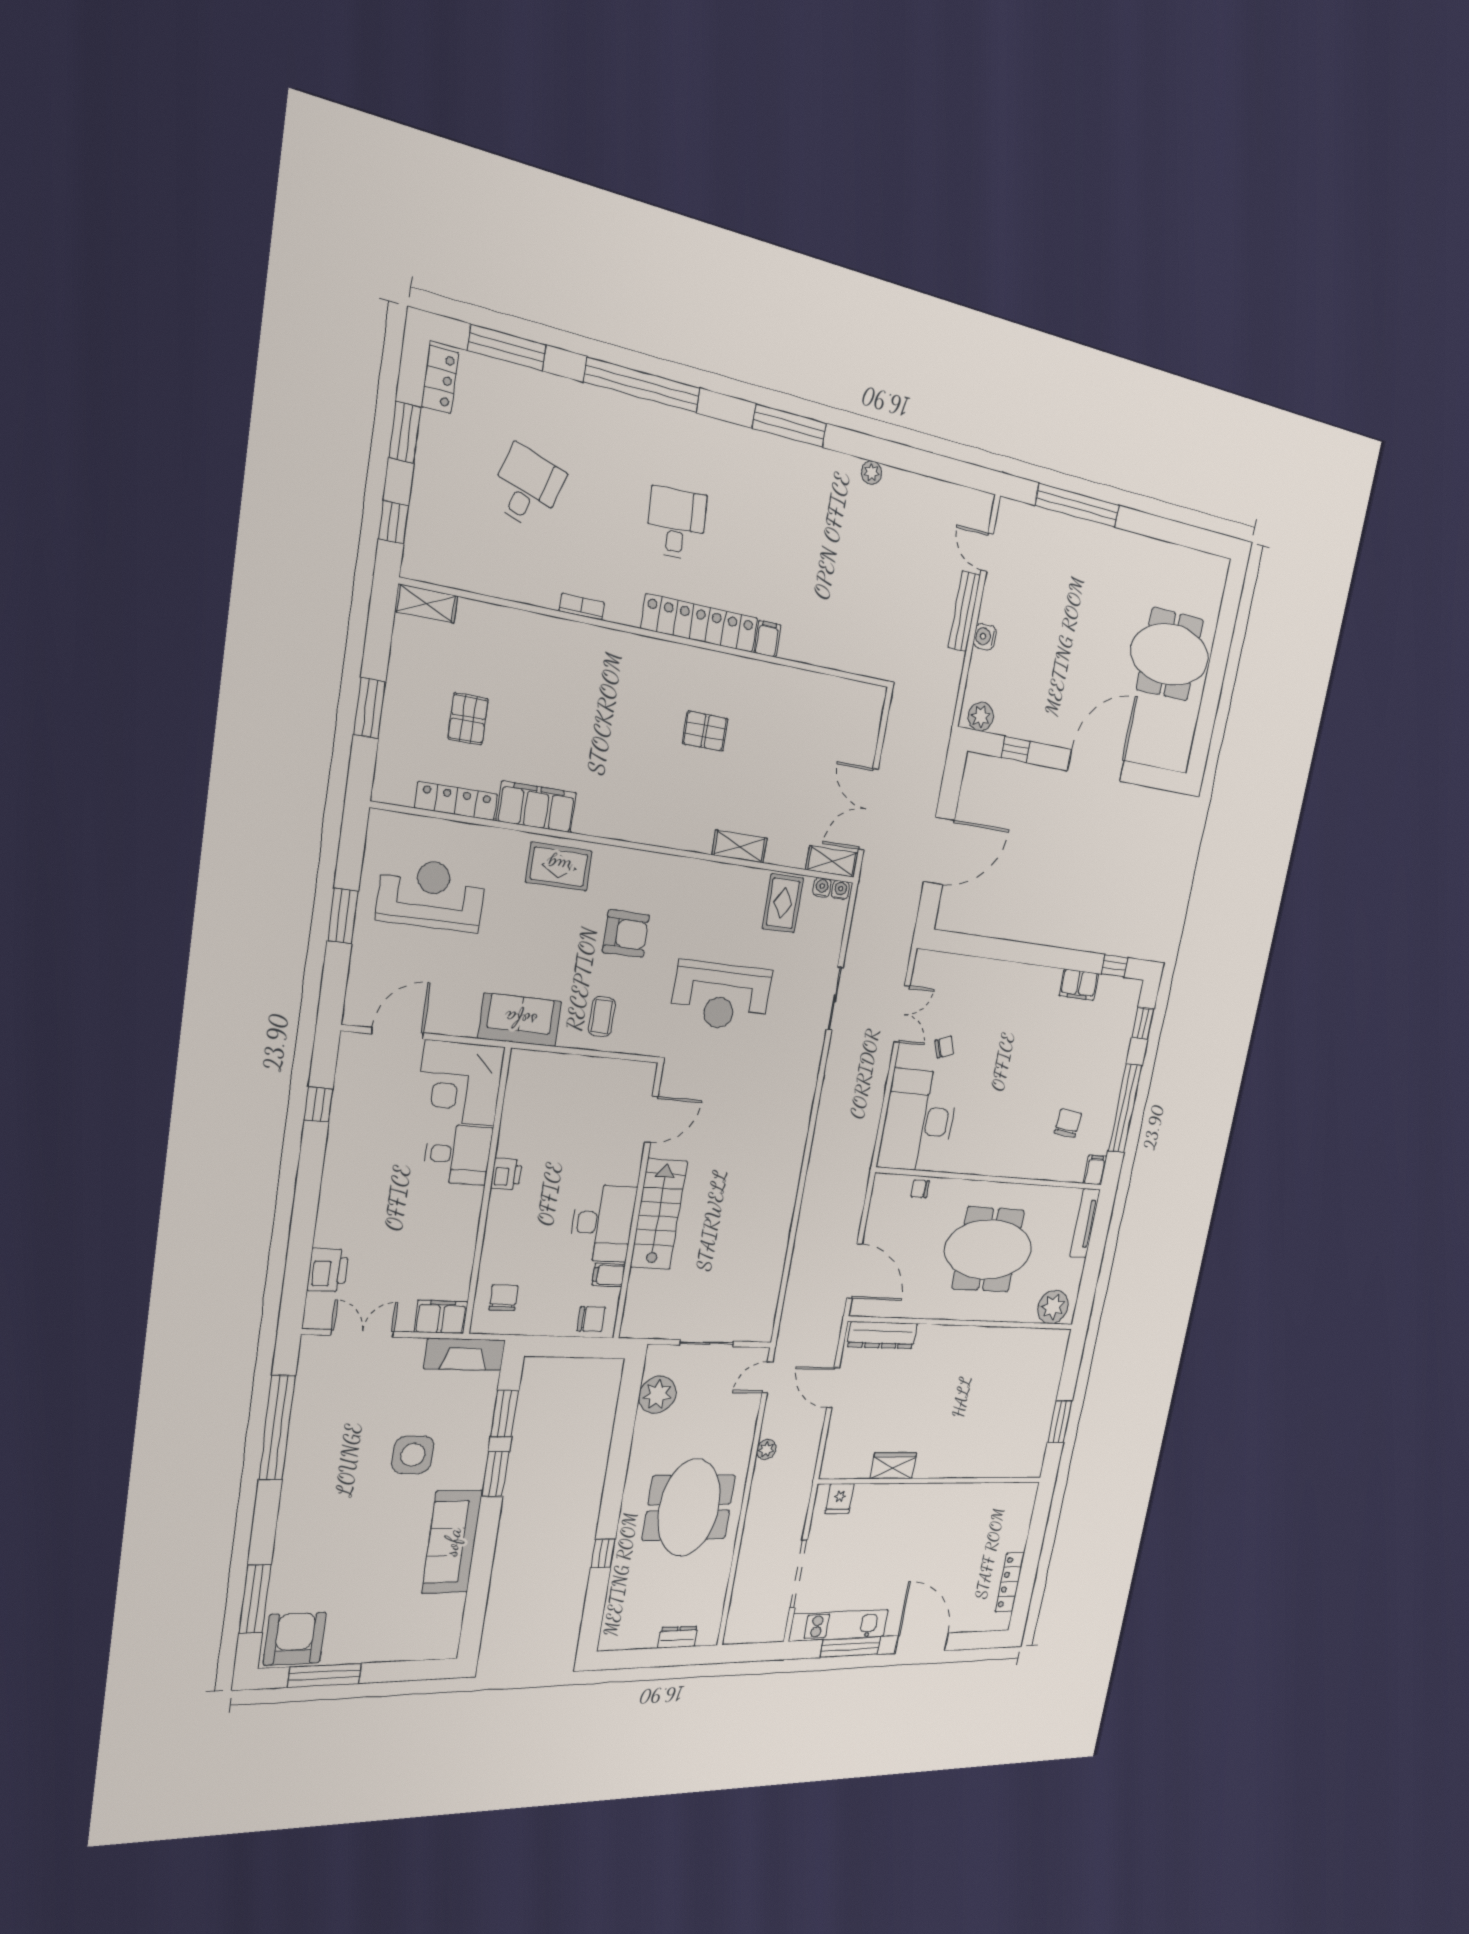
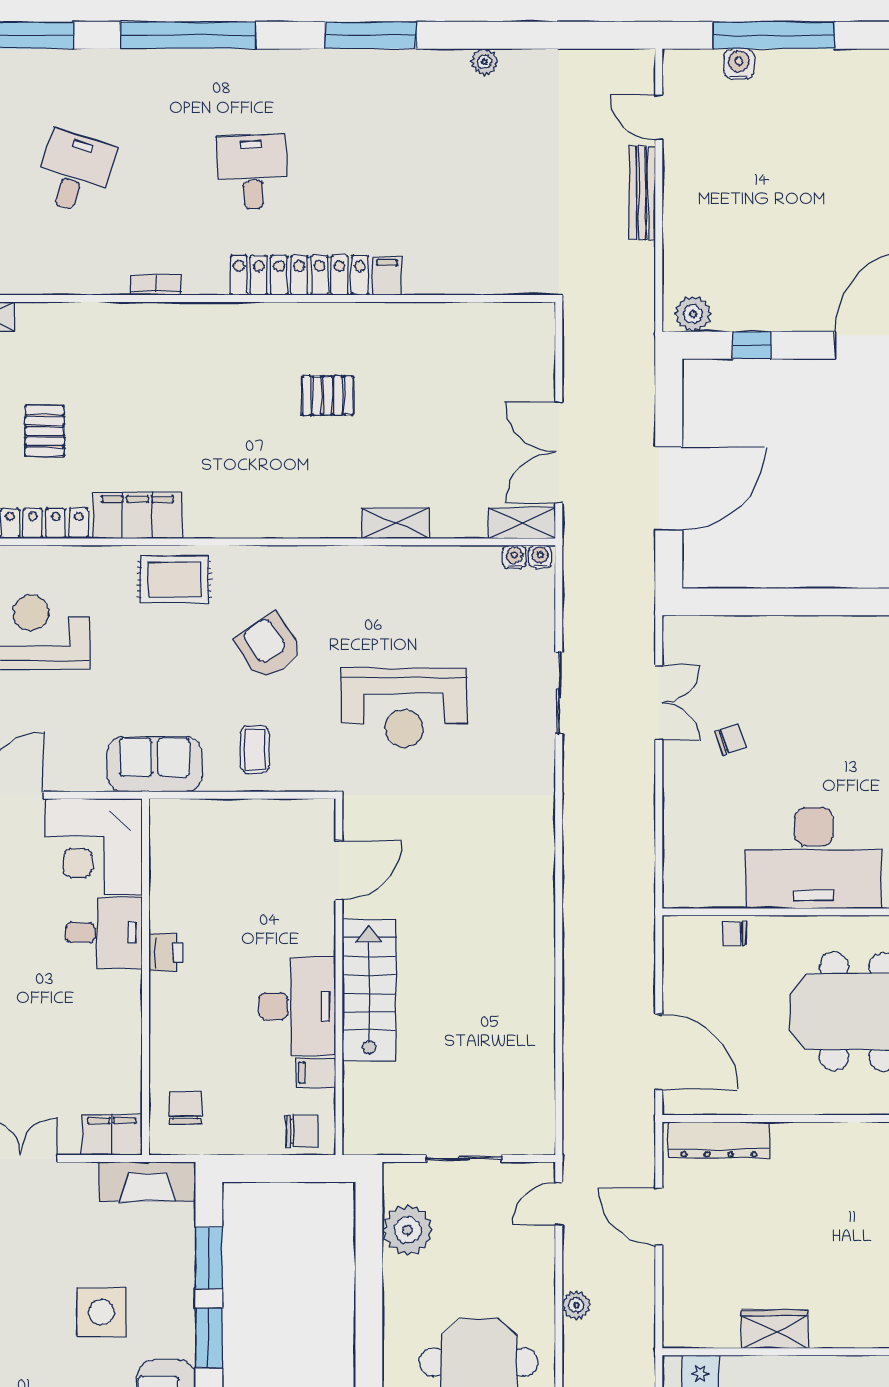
water cooler: (985, 637) -> (739, 64), moved, turned 90
rug: (783, 903) -> (465, 583), removed
armchair: (626, 934) -> (269, 647), turned -124
desk: (919, 1121) -> (814, 858), moved, turned -90

